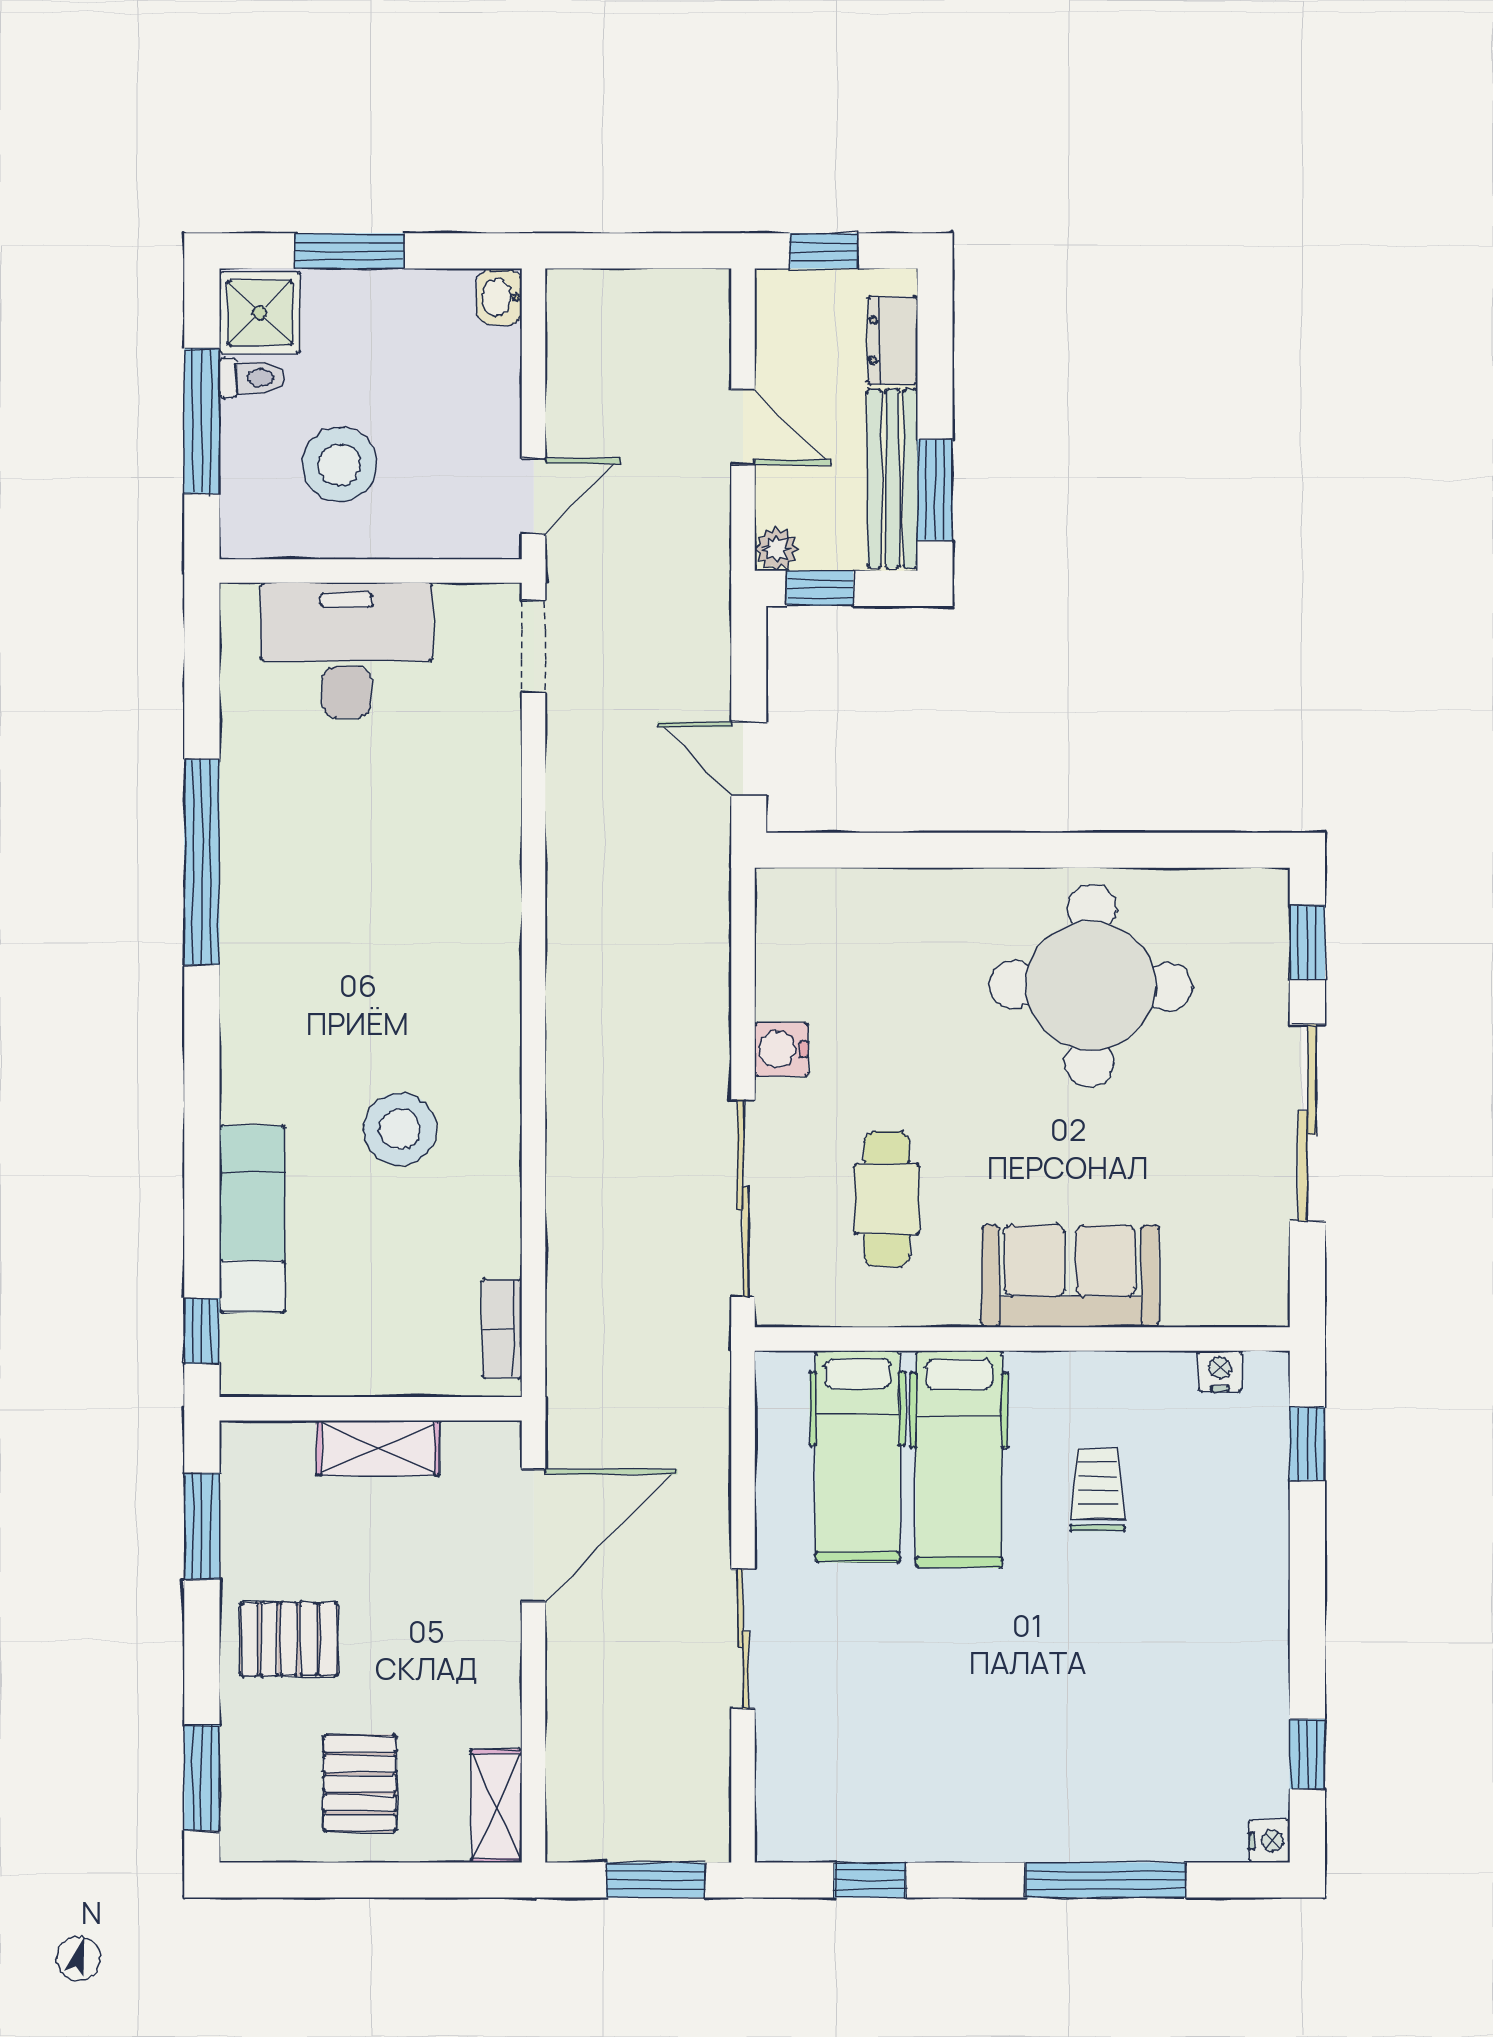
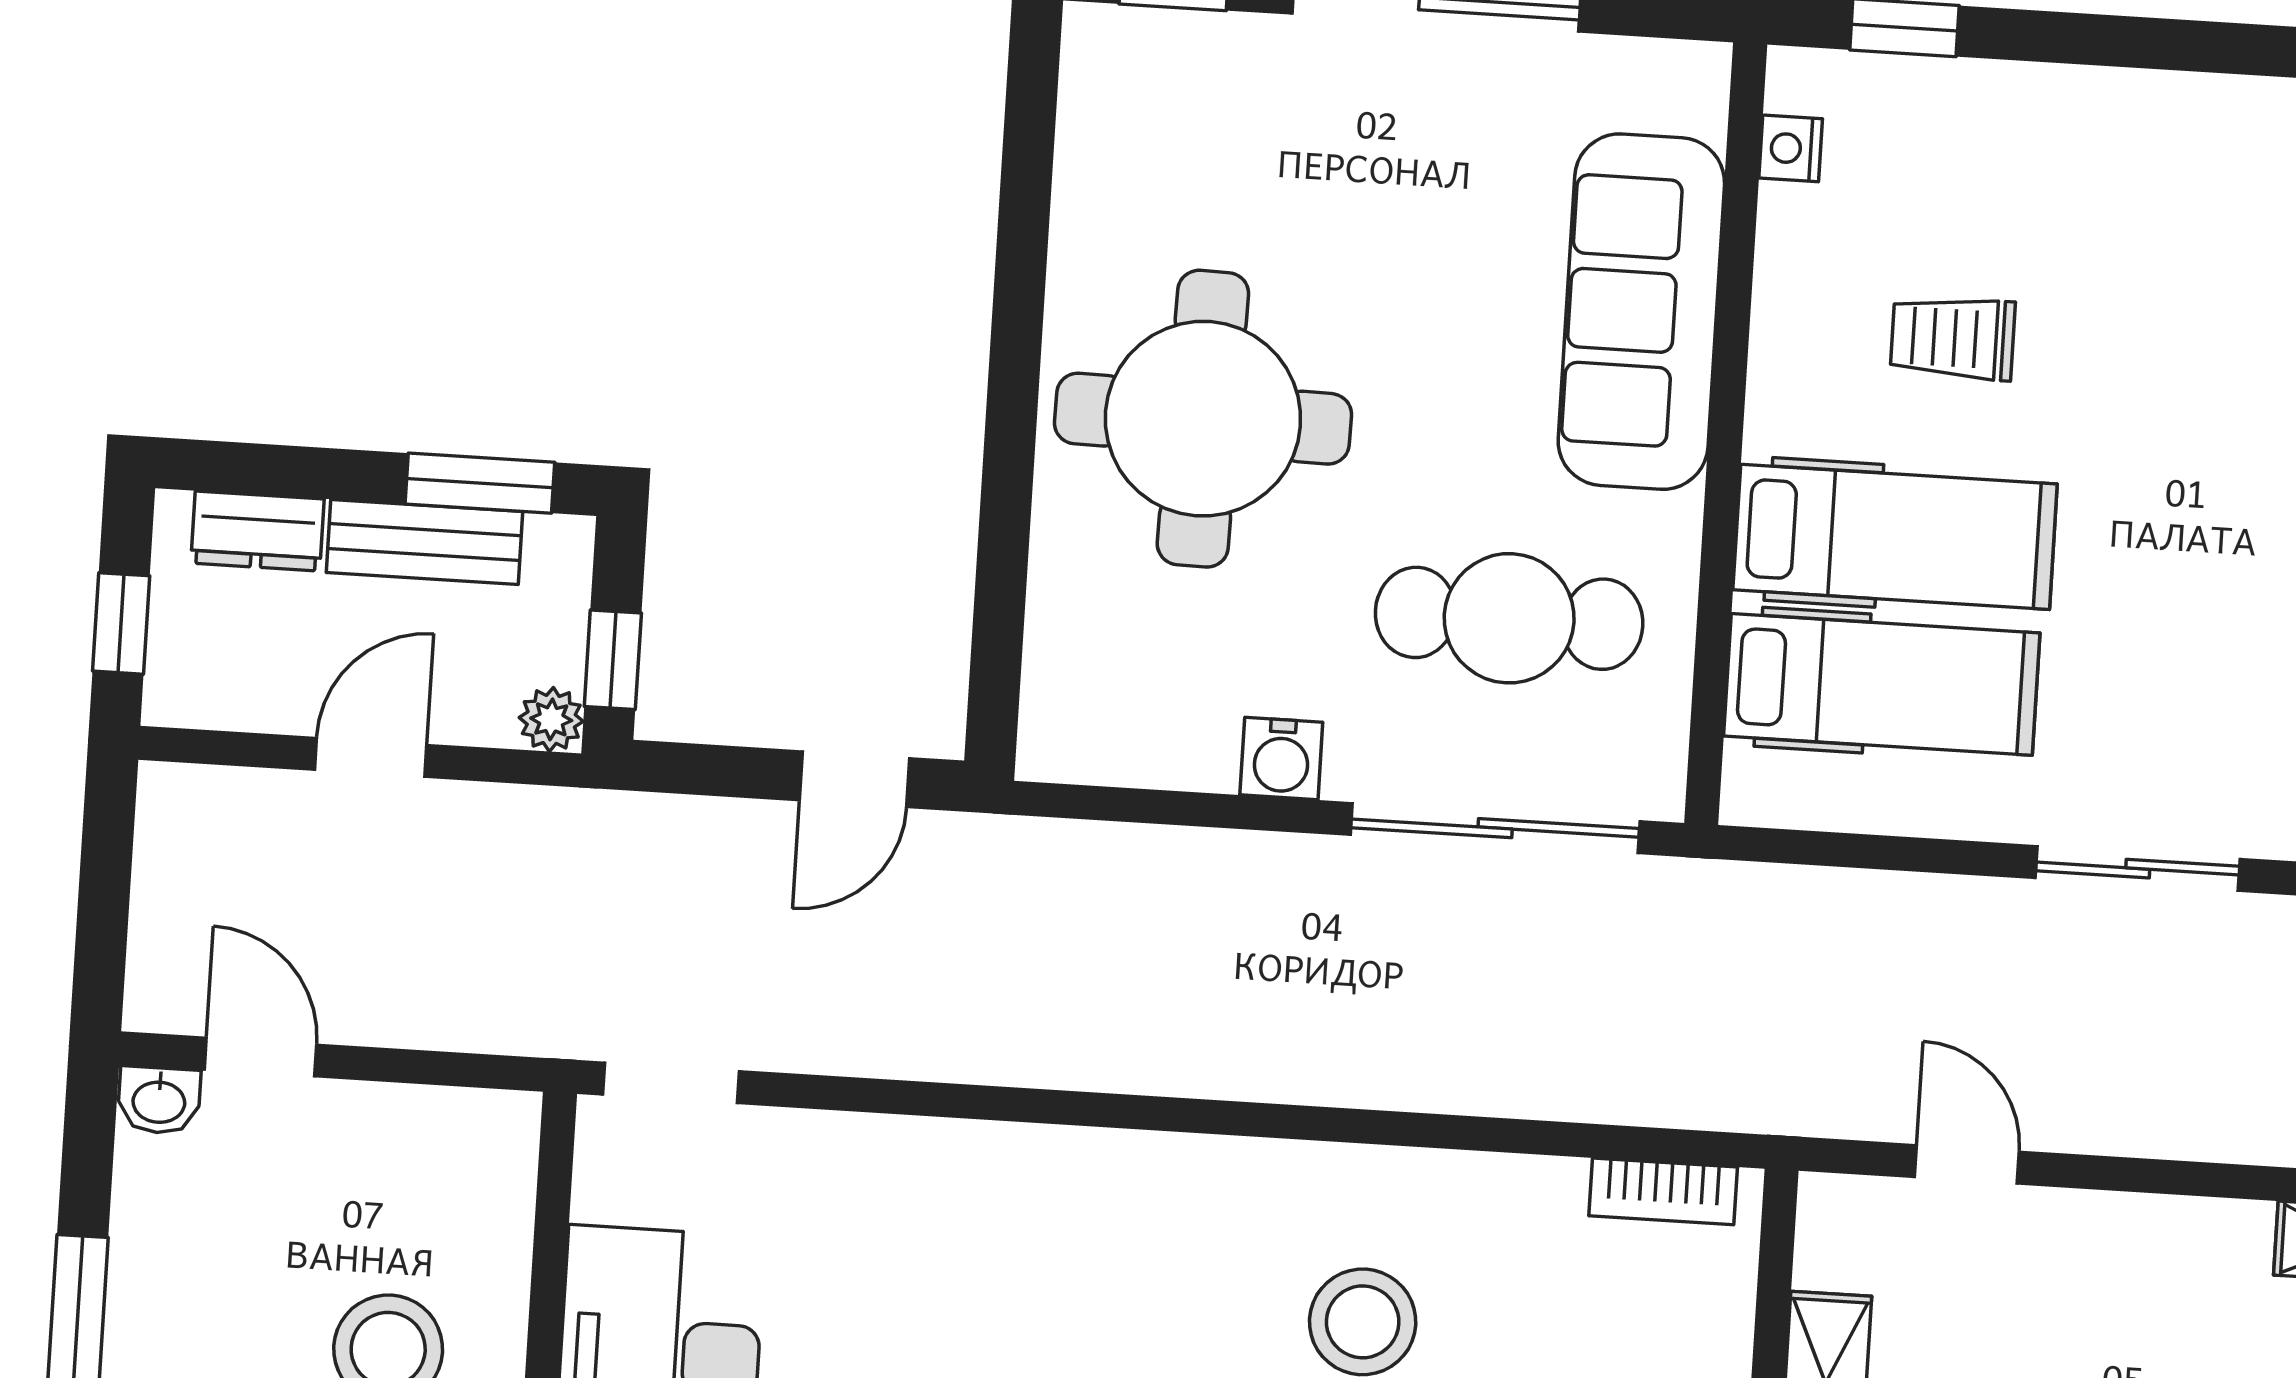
bench: (892, 479) -> (425, 542), width x0.73
door: (534, 496) -> (261, 1057), moved
round table: (1091, 986) -> (1203, 419), moved
cafe table: (887, 1199) -> (1509, 618), width x1.37, depth x1.35
sofa: (1070, 1276) -> (1641, 312), width x1.36
door: (534, 1535) -> (1967, 1164), width x0.53

